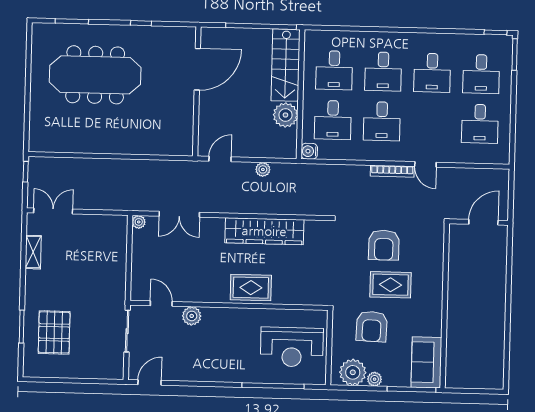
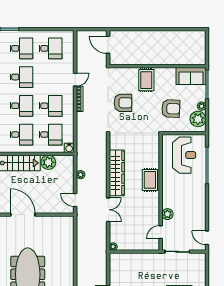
double door: (179, 214) -> (108, 210), moved
rug: (390, 285) -> (146, 80), moved

